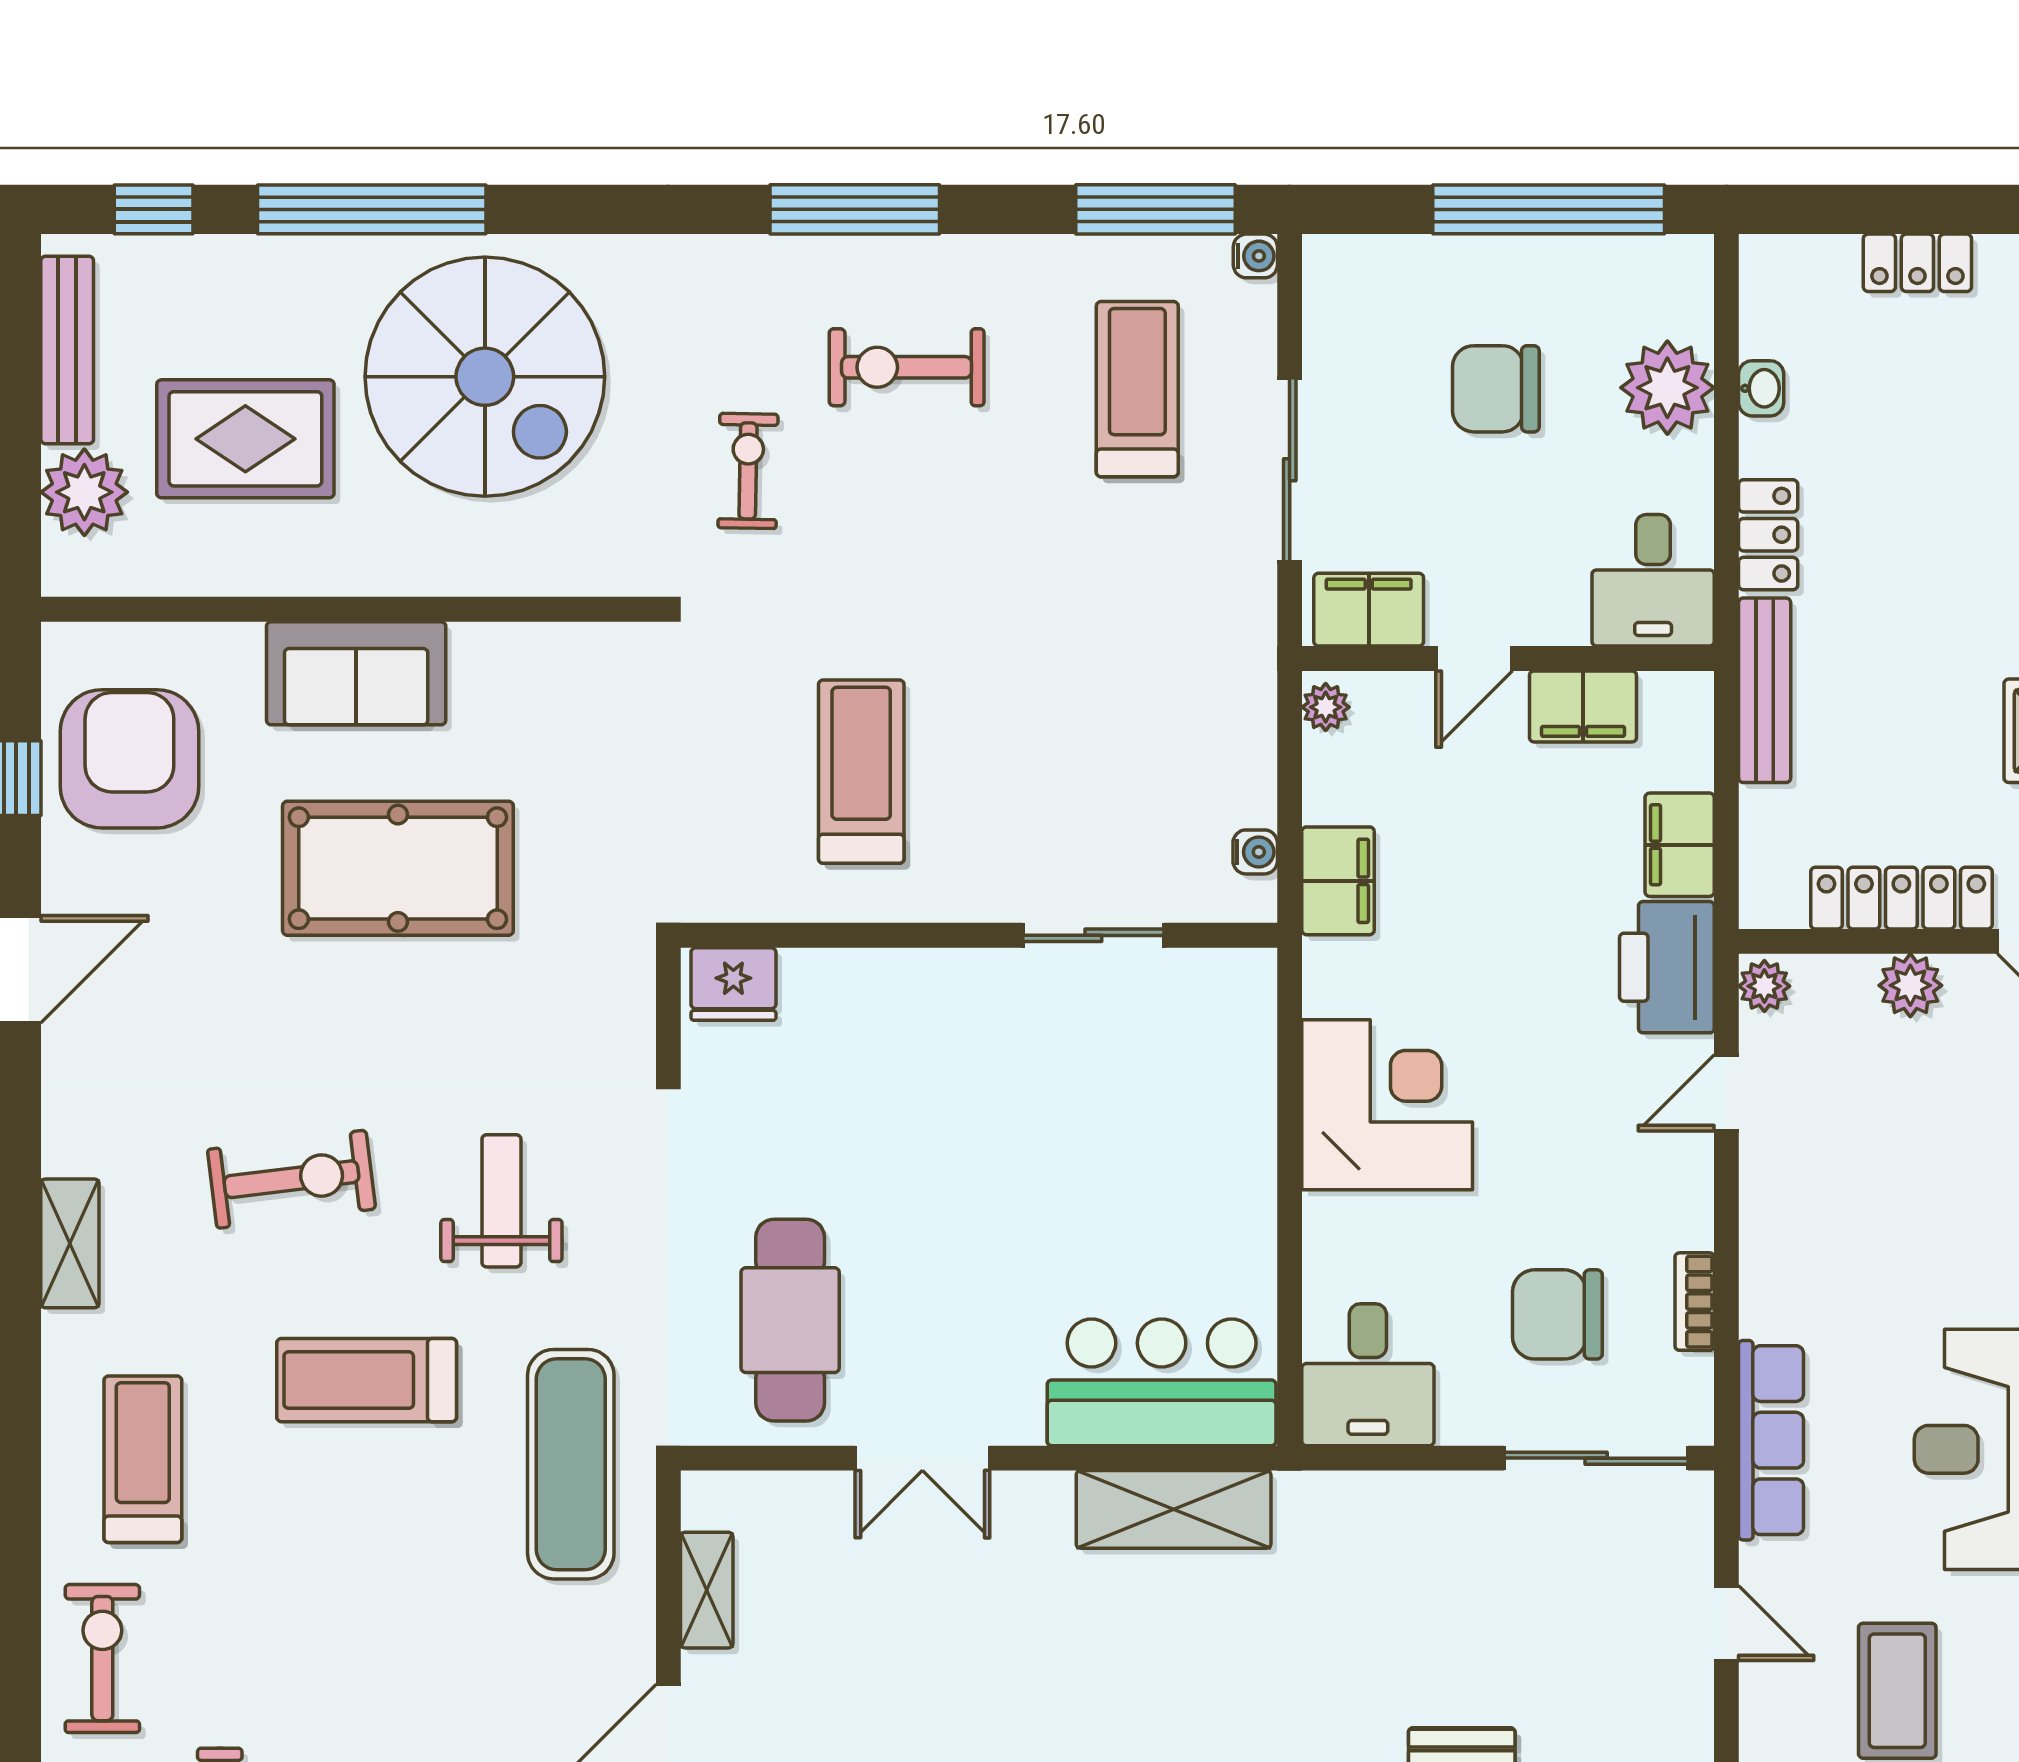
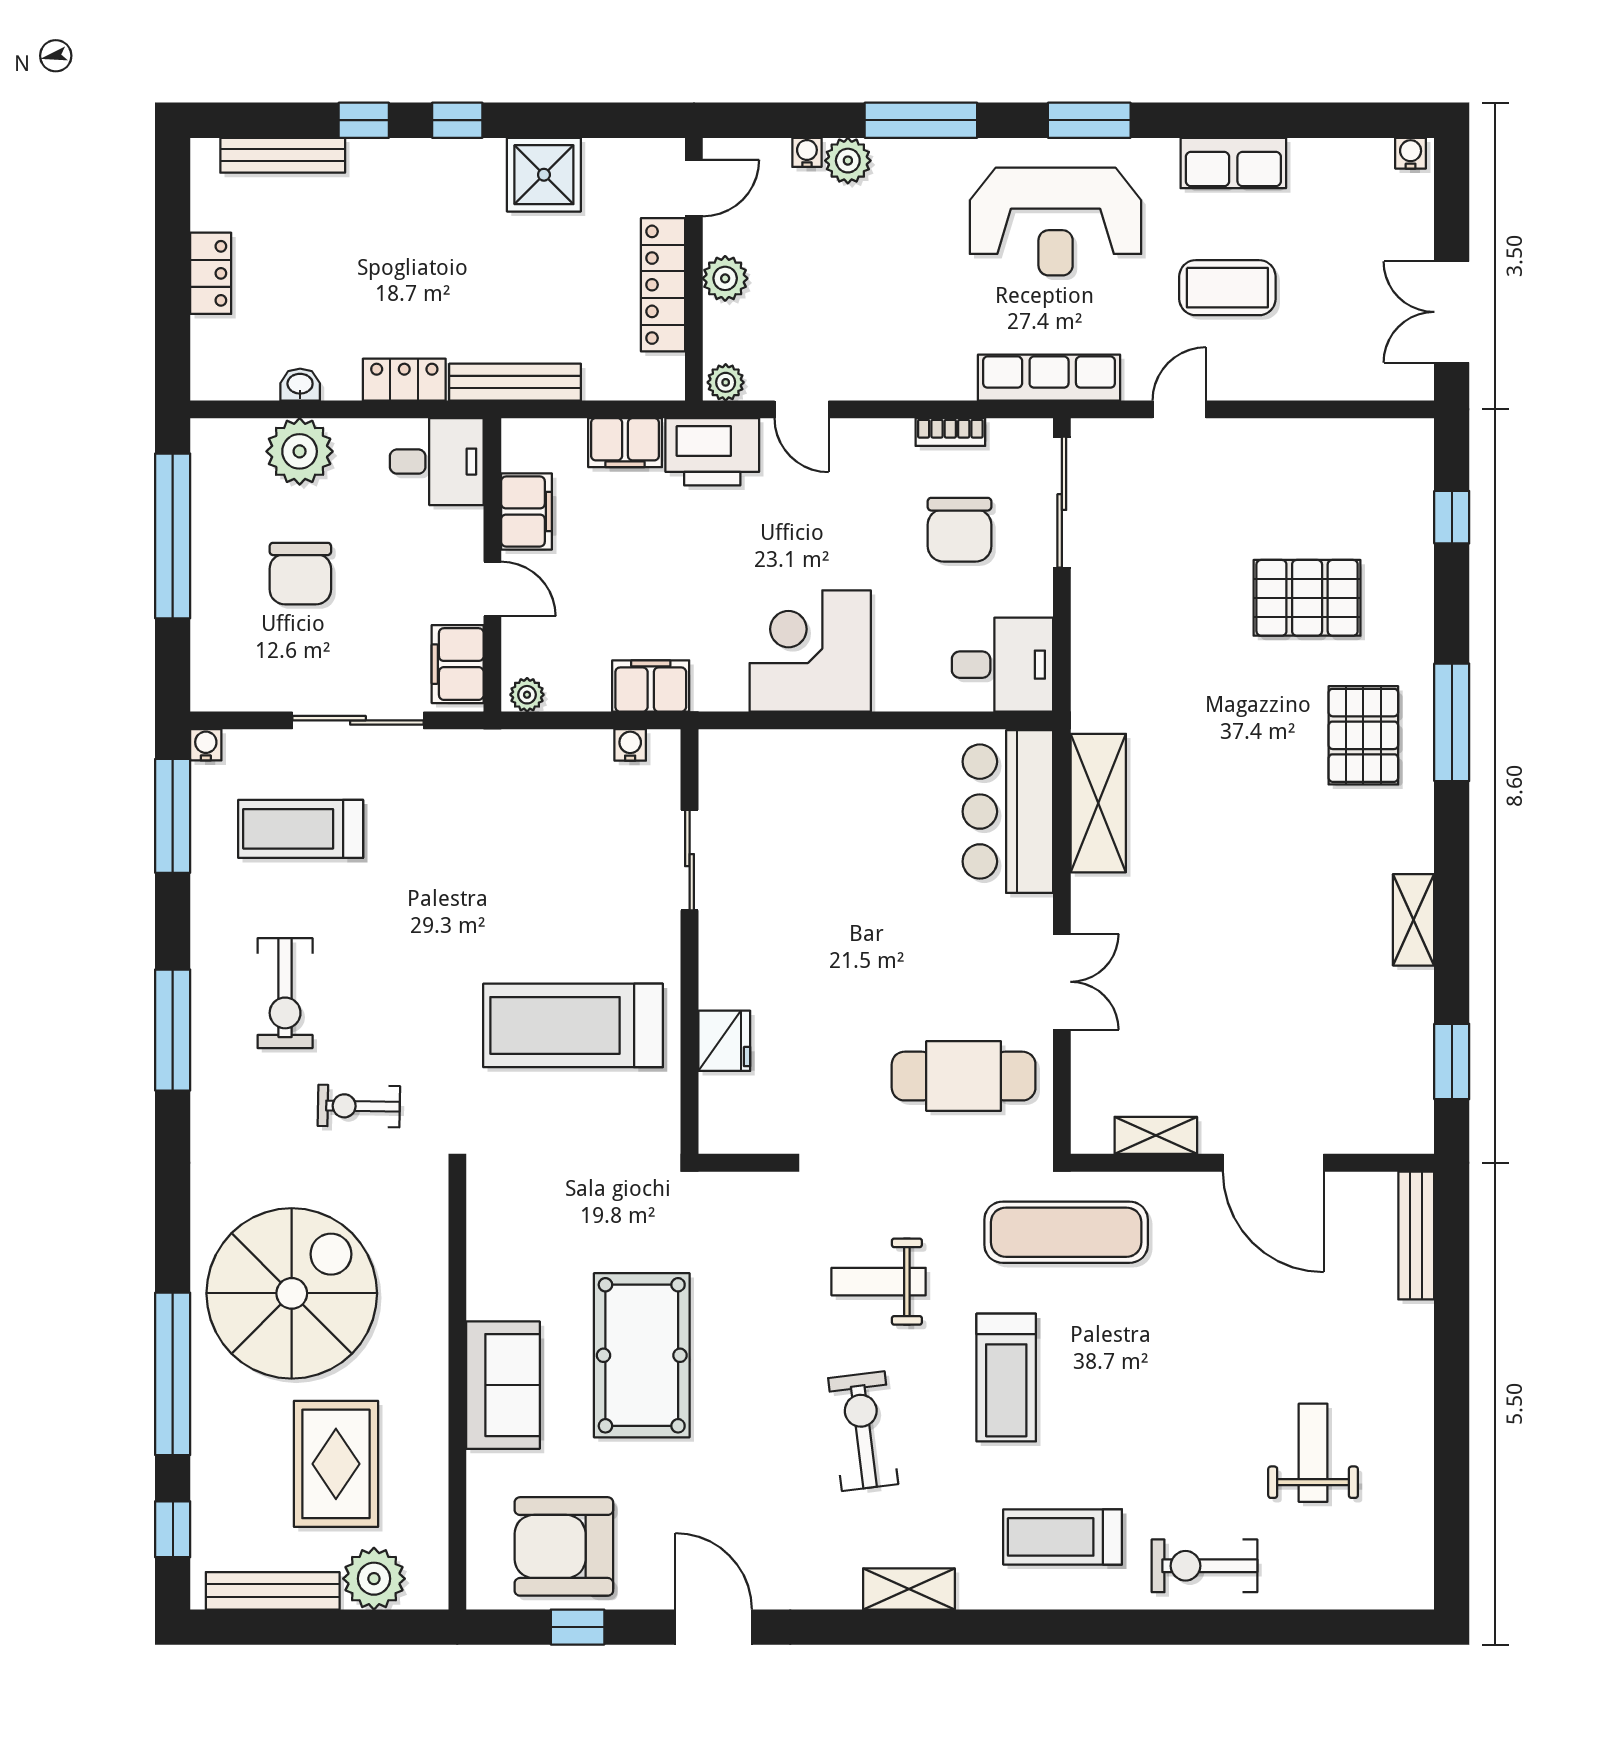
treadmill: (861, 772) -> (573, 1025), width x1.37, depth x1.38
fridge: (733, 984) -> (724, 1041), moved

